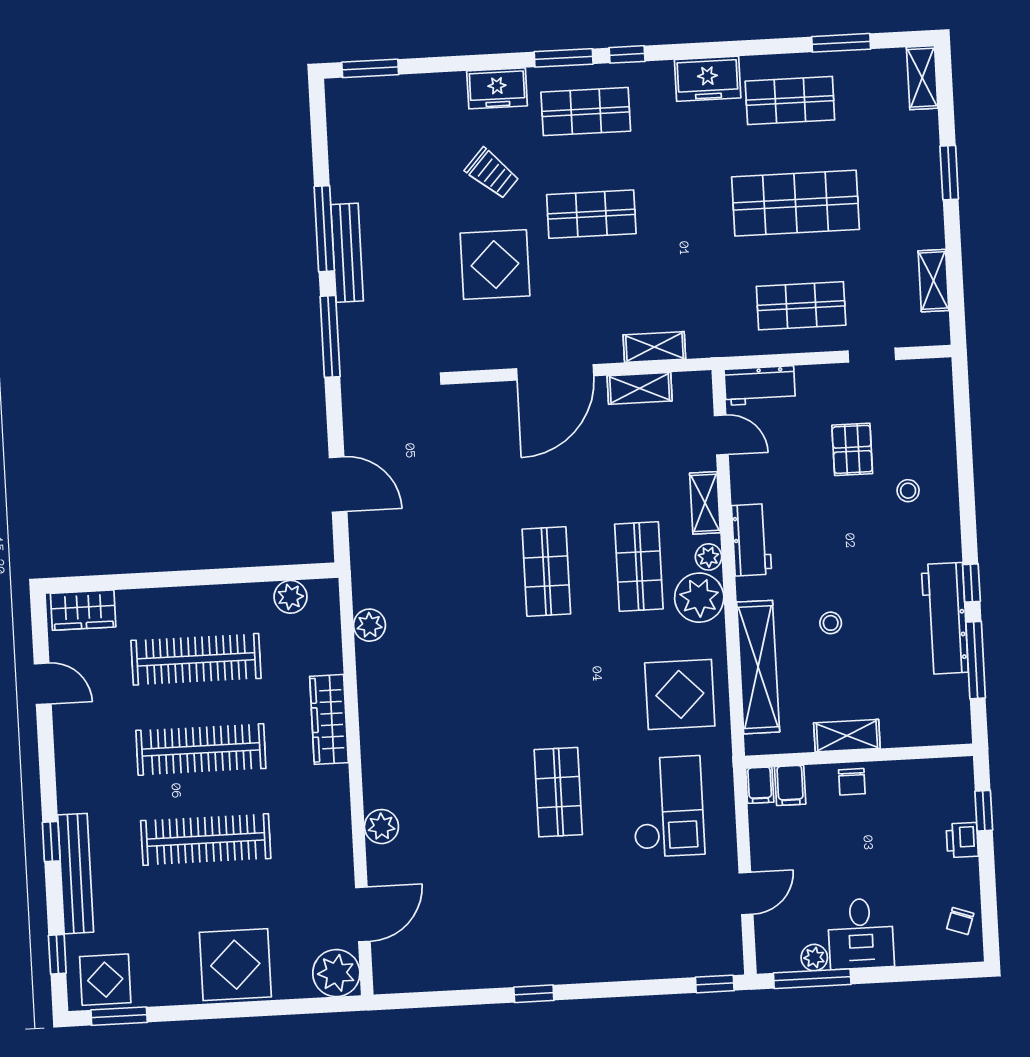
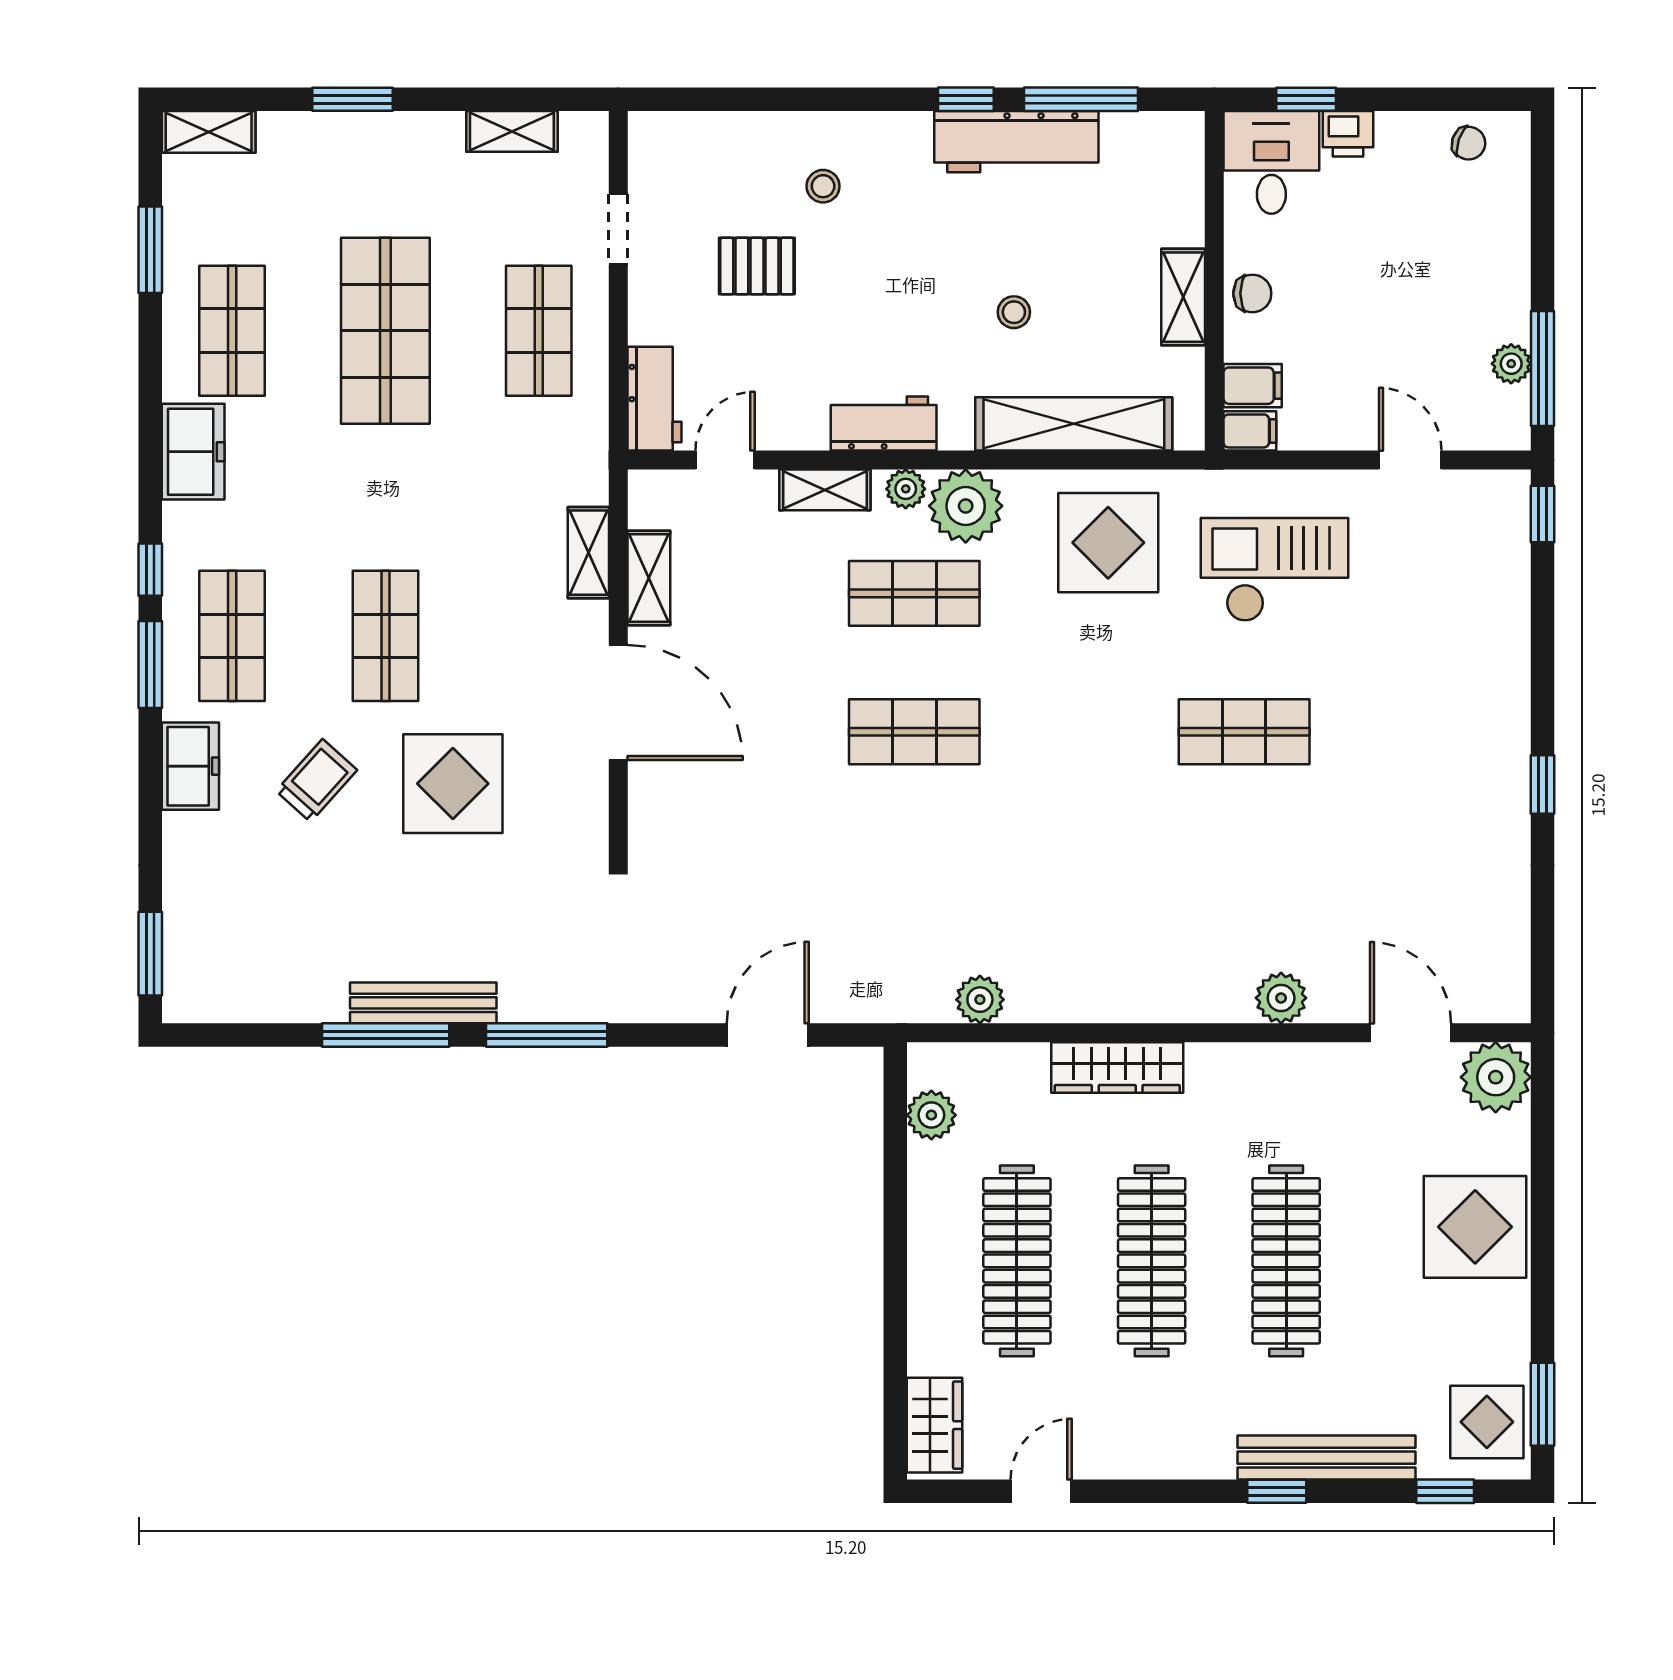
desk: (861, 934) -> (1271, 162), moved, turned -90

